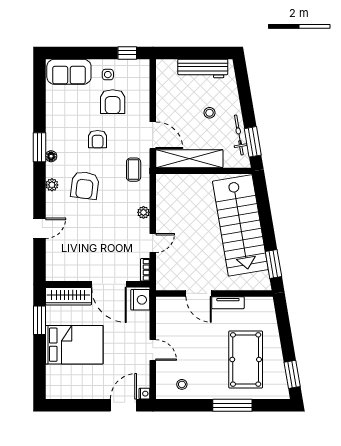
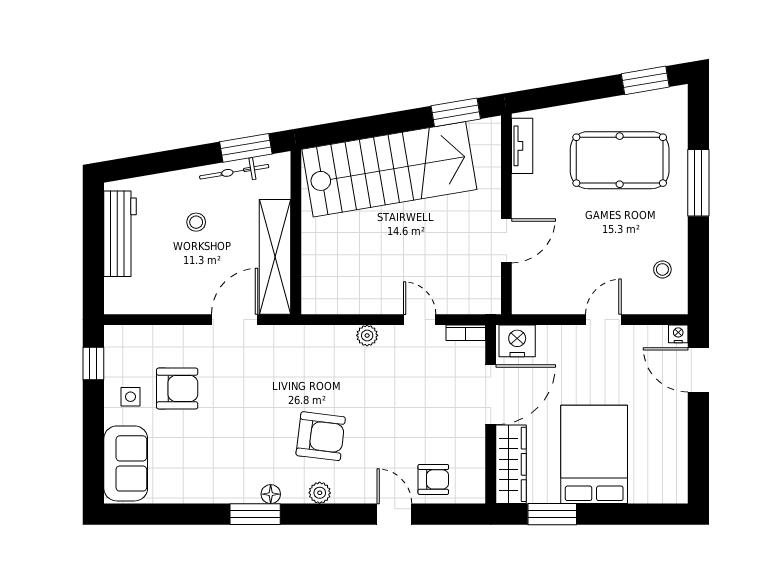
armchair: (98, 139) -> (433, 479), moved
coffee table: (134, 170) -> (294, 353), removed
tv unit: (228, 303) -> (522, 146), moved

